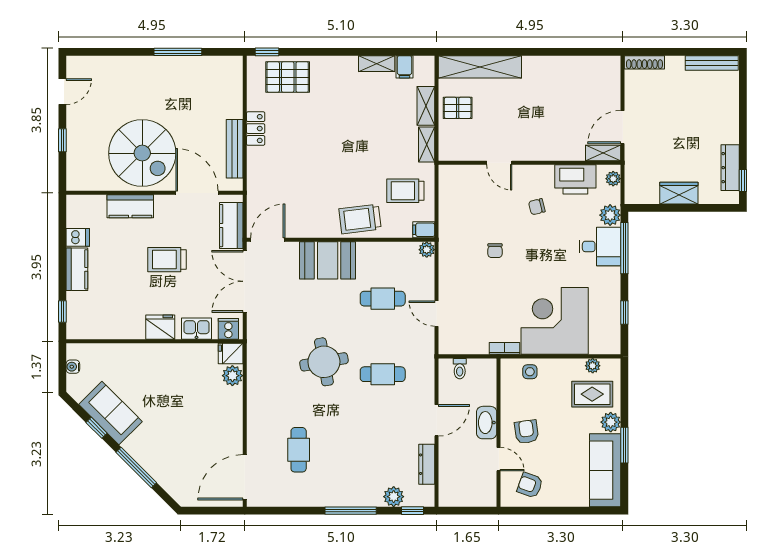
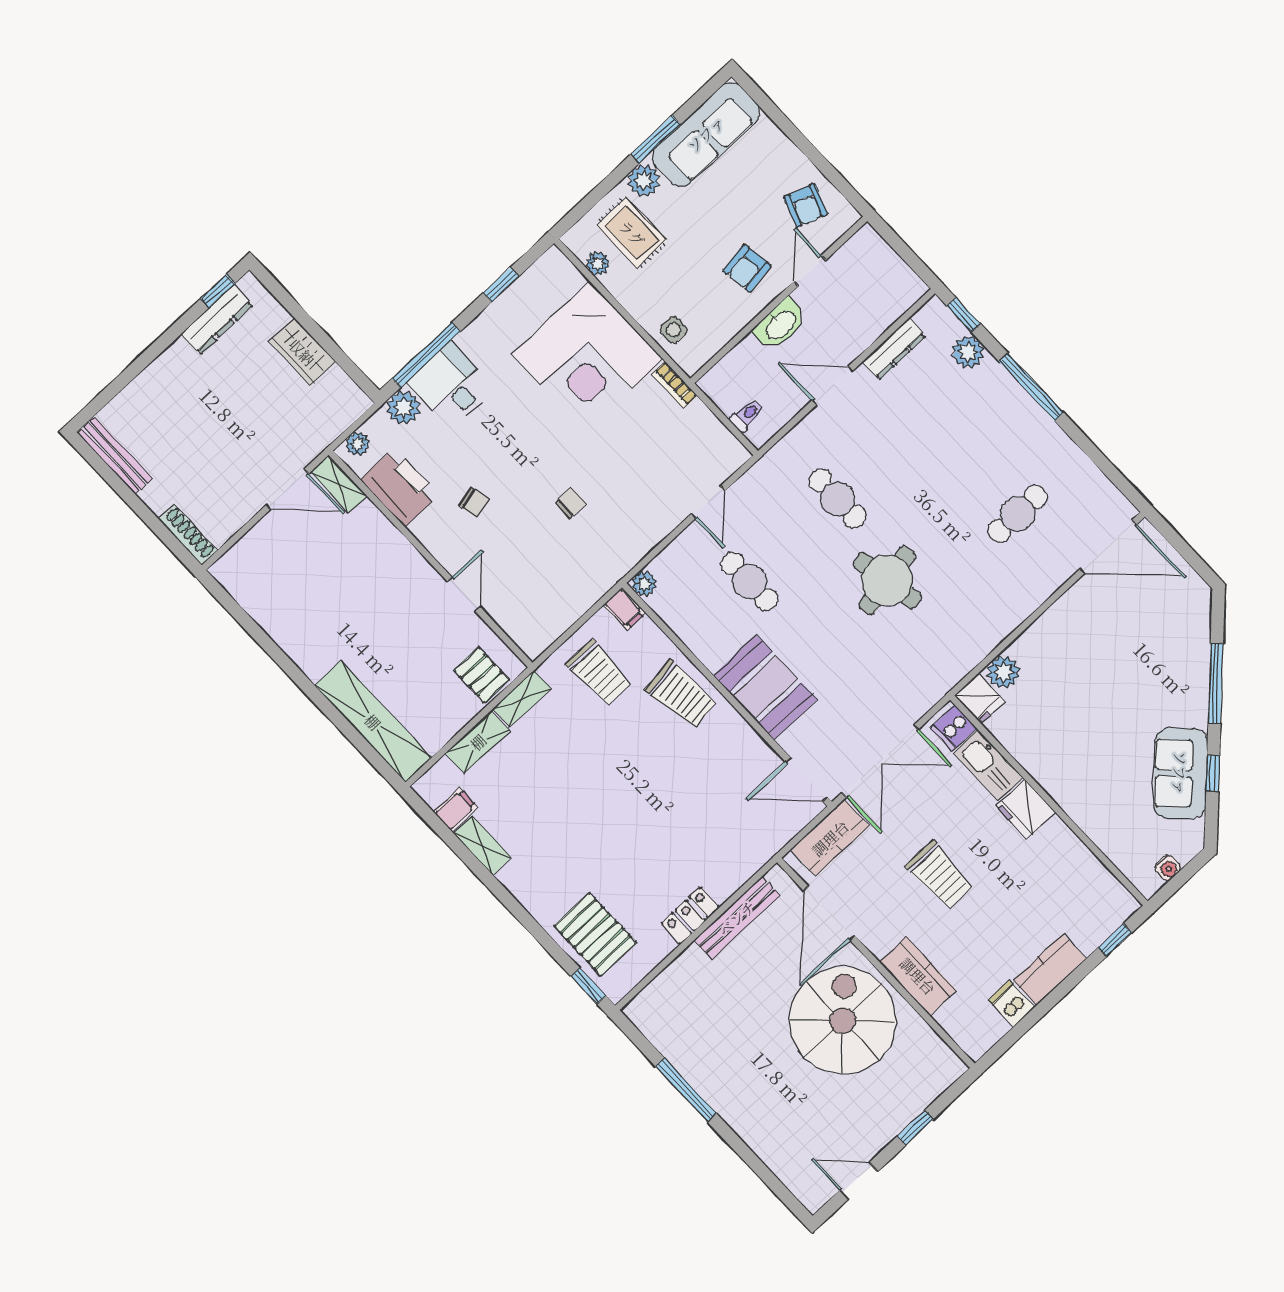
pallet: (458, 108) -> (482, 675), moved
kitchen sink: (196, 329) -> (988, 765), width x1.38

